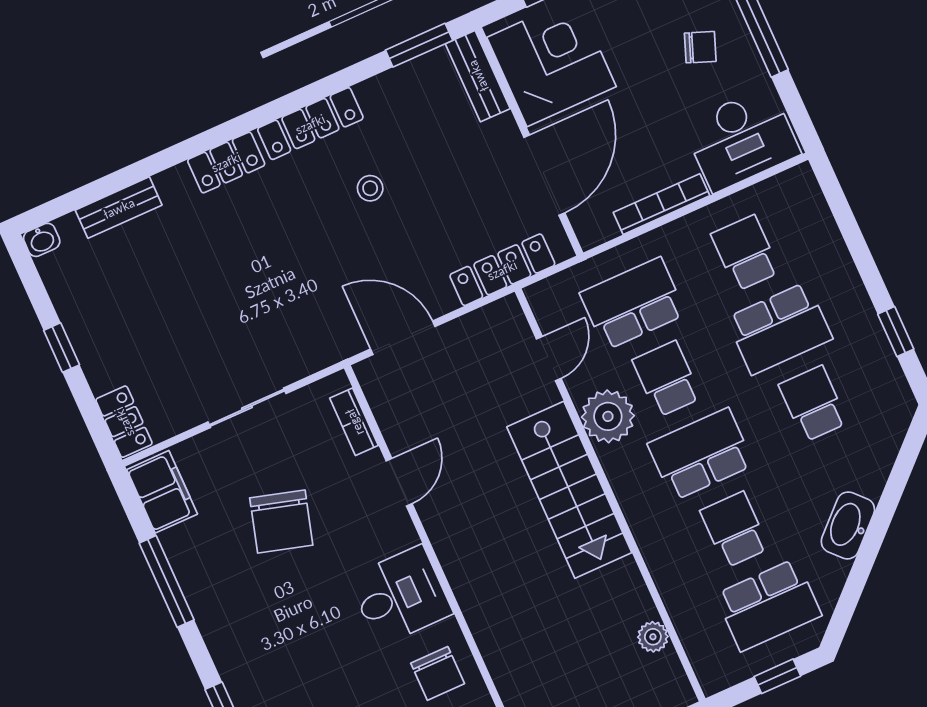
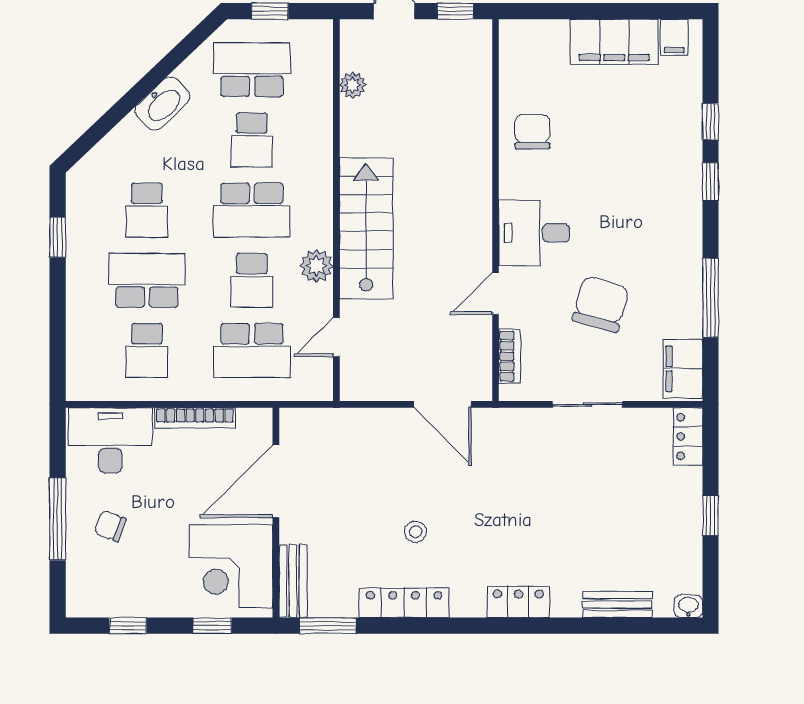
locker: (310, 124) -> (404, 603), moved
locker: (502, 270) -> (341, 422), removed
plant: (608, 416) -> (317, 266), width x0.73, depth x0.73
desk: (400, 596) -> (534, 233), moved

